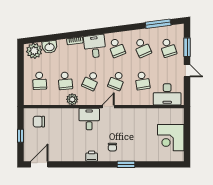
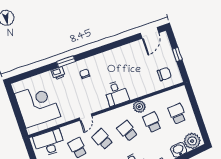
school desk: (91, 81) -> (127, 131), turned -45
school desk: (117, 81) -> (102, 139), turned -45
door: (108, 107) -> (86, 117), moved
corner desk: (171, 138) -> (38, 105), width x1.36, depth x1.36
printer: (92, 156) -> (58, 73), moved

